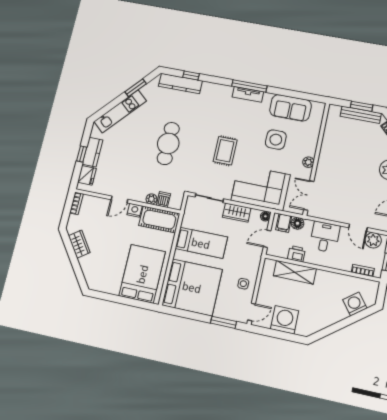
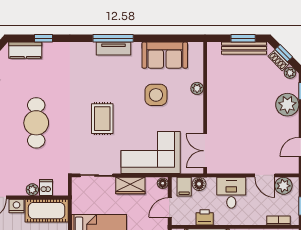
kitchen counter: (180, 84) -> (25, 50), width x0.67
plant: (308, 162) -> (197, 88), moved

